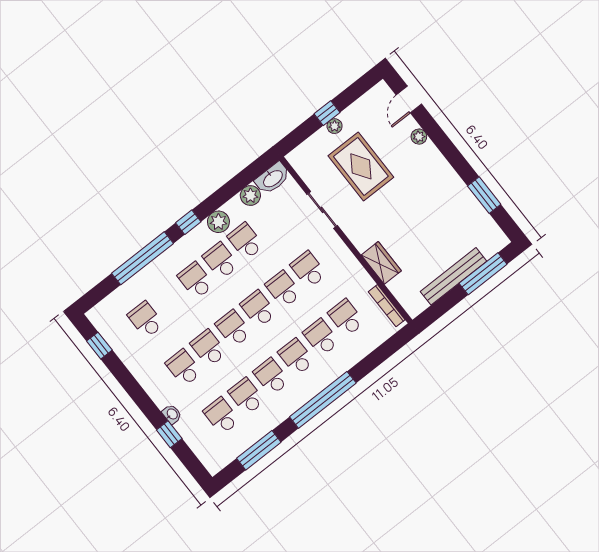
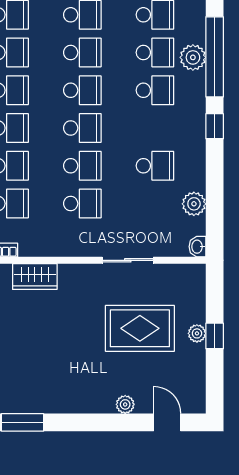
washbasin: (273, 178) -> (197, 247), width x0.52, depth x0.69
plant: (218, 222) -> (193, 57), moved
school desk: (221, 261) -> (155, 53), moved

